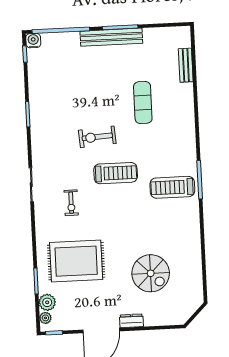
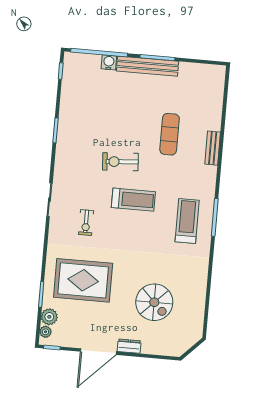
water cooler: (33, 41) -> (109, 62), moved
bench: (186, 65) -> (213, 148), moved
treadmill: (172, 187) -> (187, 221), turned 90

